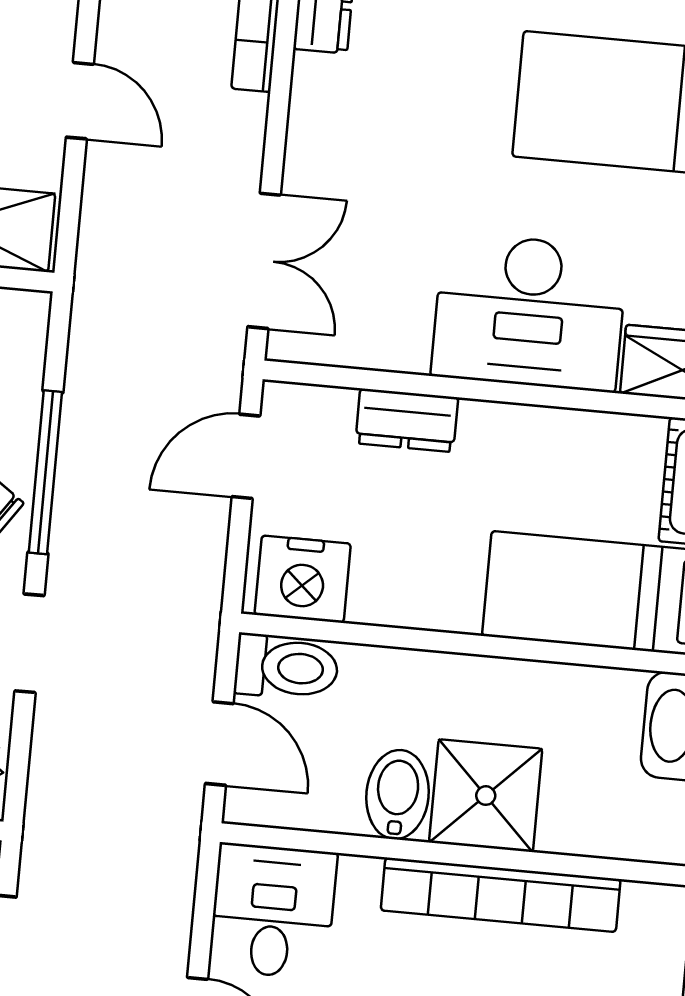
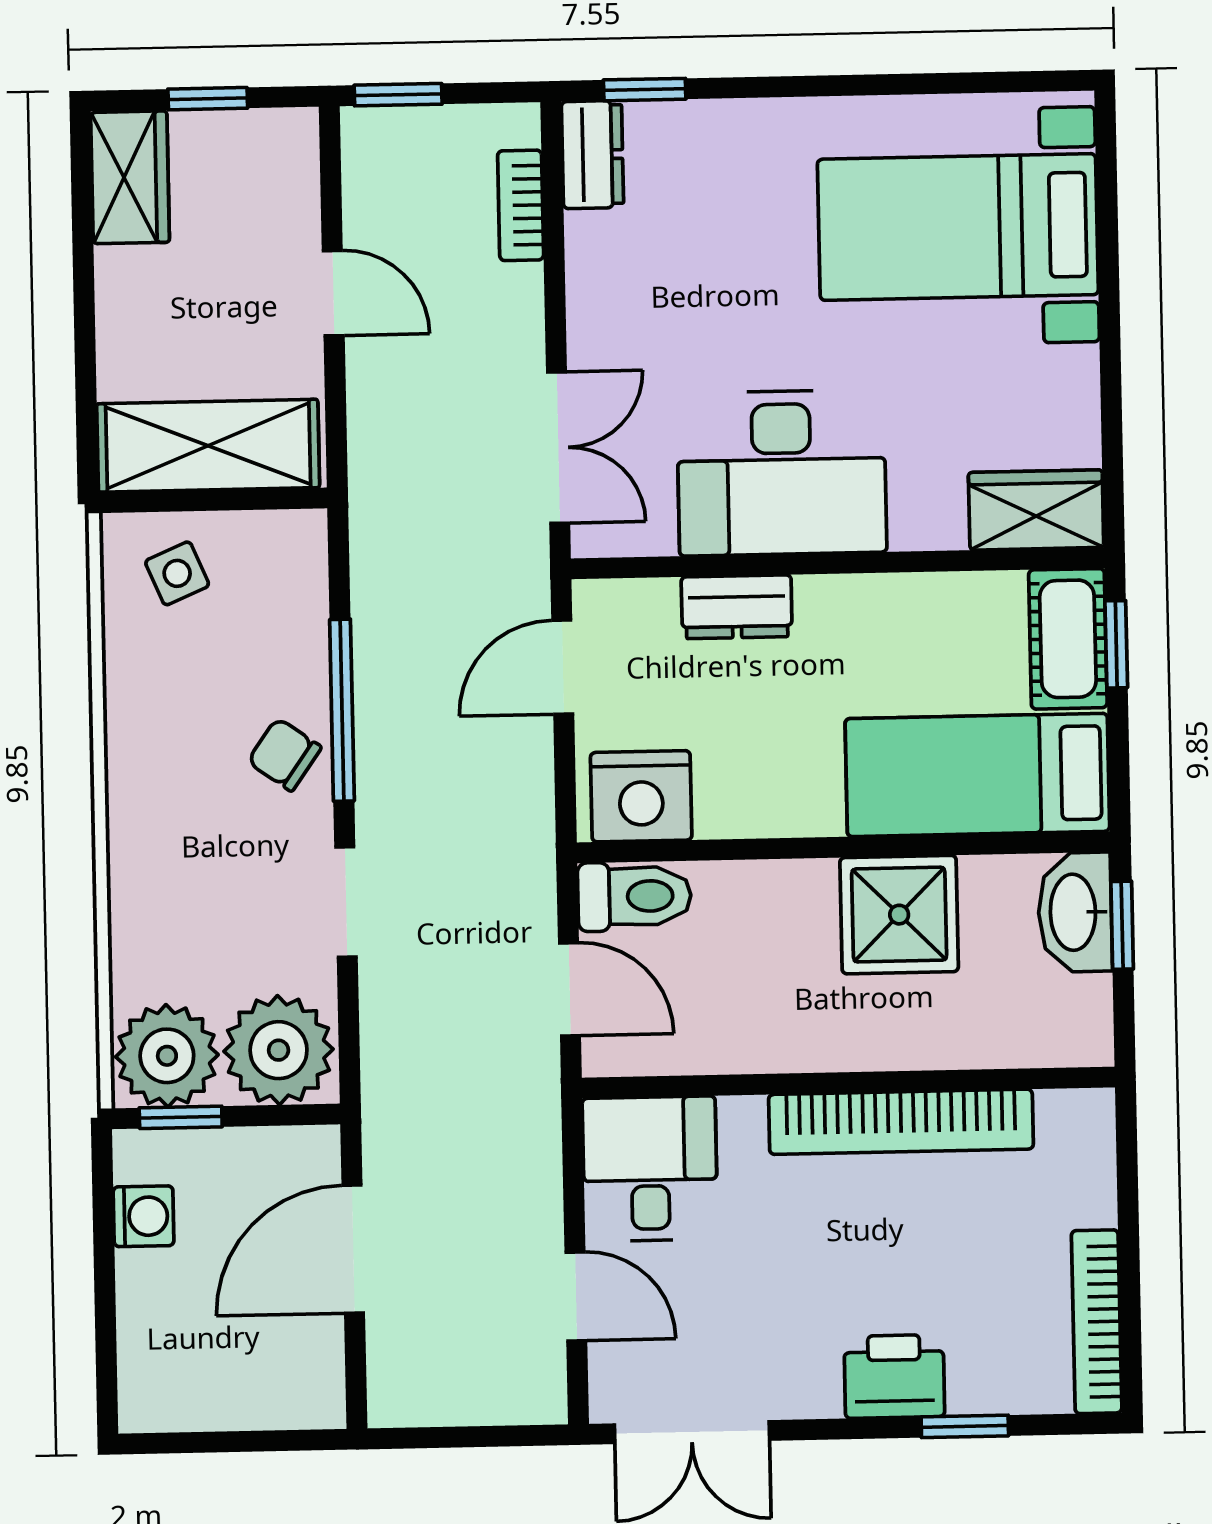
desk: (529, 312) -> (782, 473), moved
bidet: (397, 795) -> (774, 1024), removed
shower: (486, 796) -> (899, 915), moved

